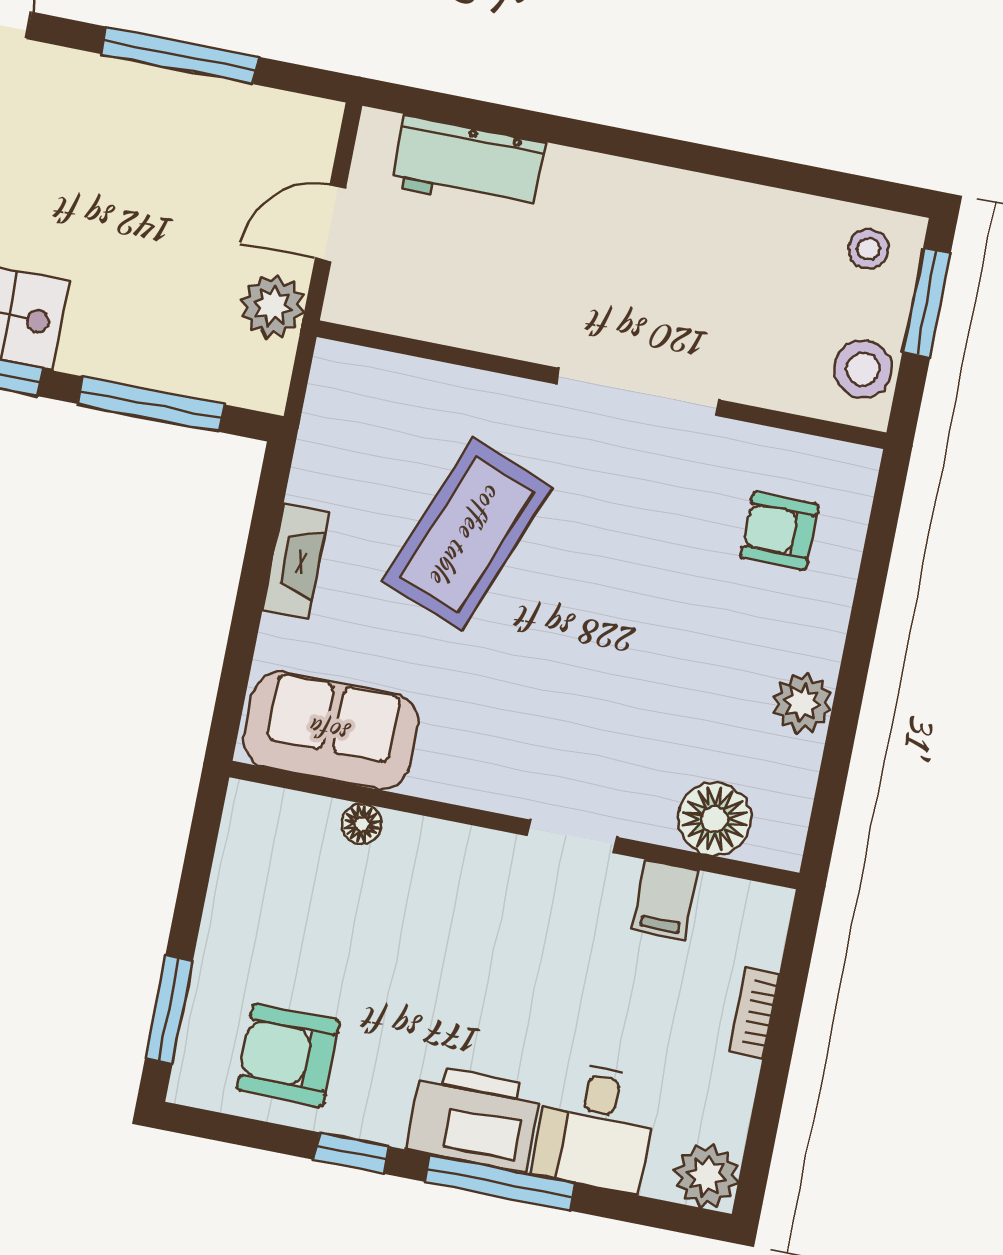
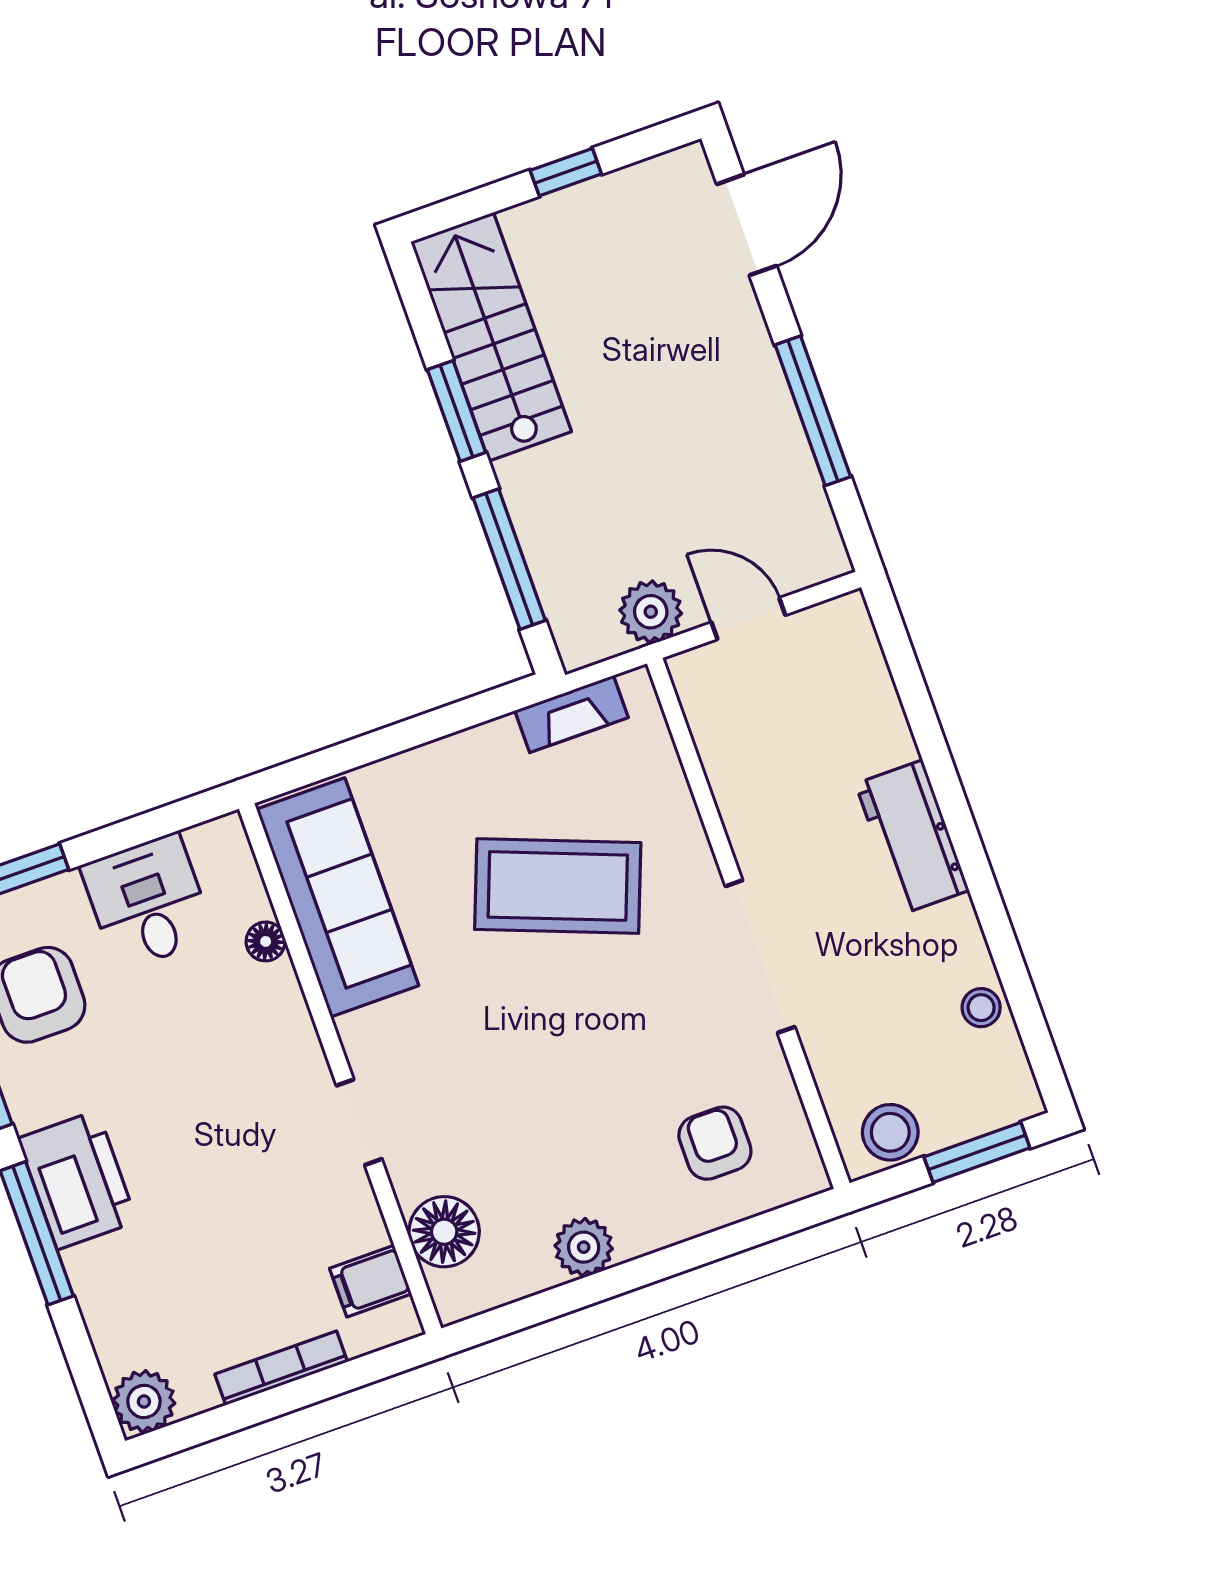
workbench: (468, 165) -> (912, 837), moved
stool: (868, 249) -> (981, 1008), moved
fireplace: (296, 561) -> (571, 714), moved
sofa: (331, 731) -> (338, 897), width x1.36
filing cabinet: (665, 900) -> (371, 1281), moved
bookcase: (754, 1013) -> (281, 1368), width x1.56
desk: (596, 1127) -> (148, 902), moved, turned 90

